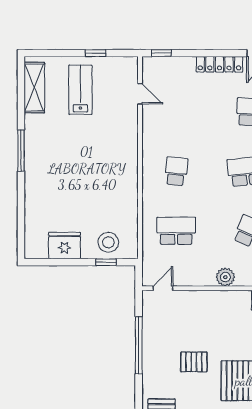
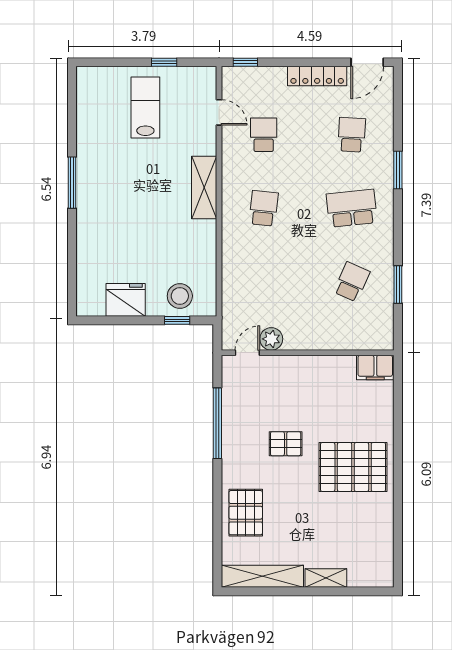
shelving: (34, 88) -> (204, 187), moved
school desk: (176, 231) -> (264, 135), moved, width x0.54
plant: (225, 277) -> (271, 339), moved

